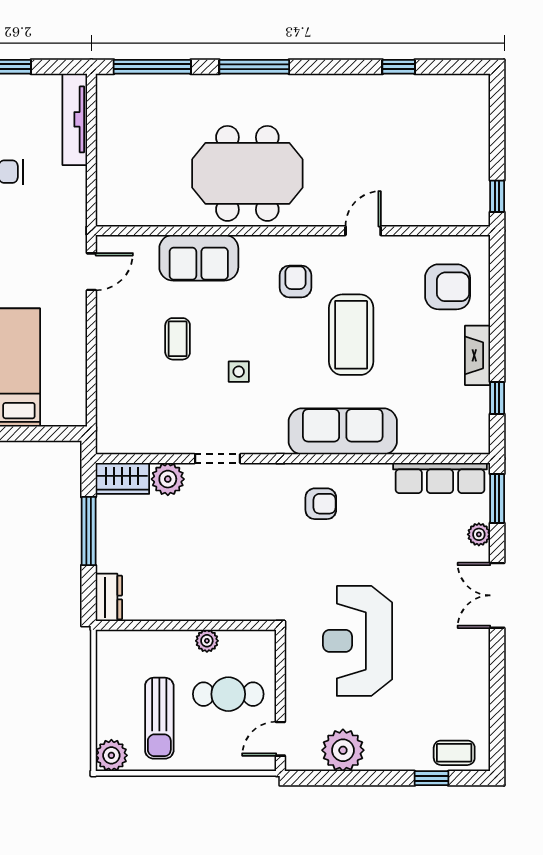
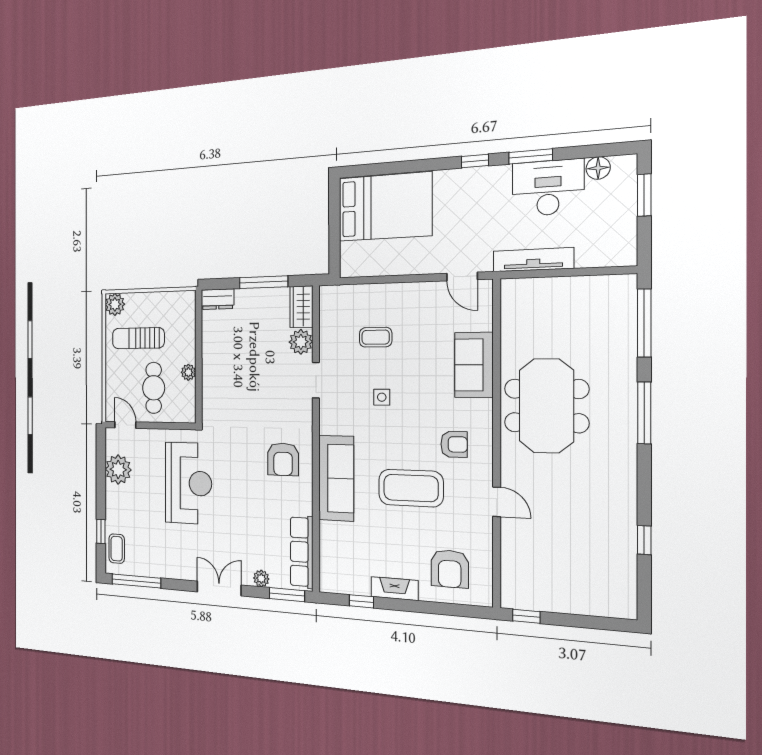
tv unit: (75, 119) -> (533, 260), moved
coffee table: (178, 339) -> (376, 337), moved
armchair: (321, 504) -> (283, 459), width x1.38, depth x1.38
reception desk: (358, 641) -> (188, 483), turned 90
window: (497, 722) -> (136, 581), added

